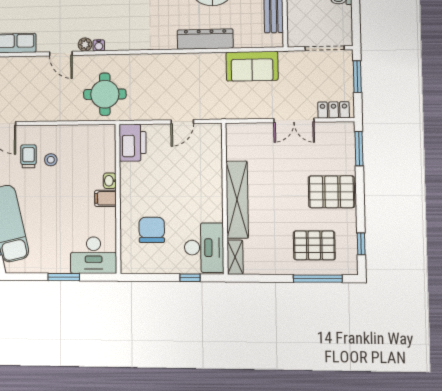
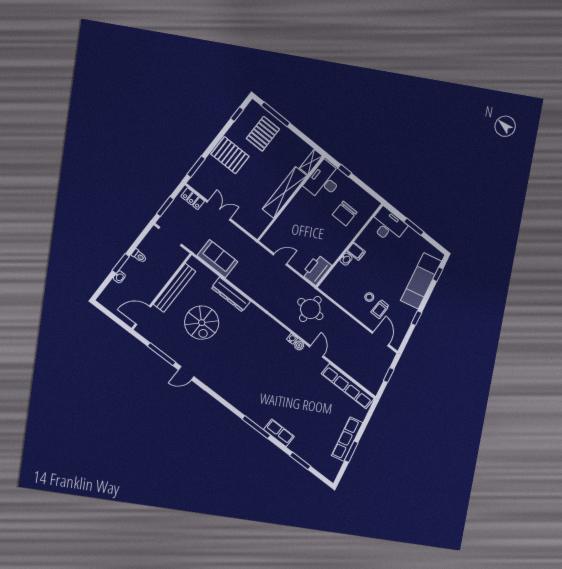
pallet: (314, 245) -> (263, 134), turned 90

